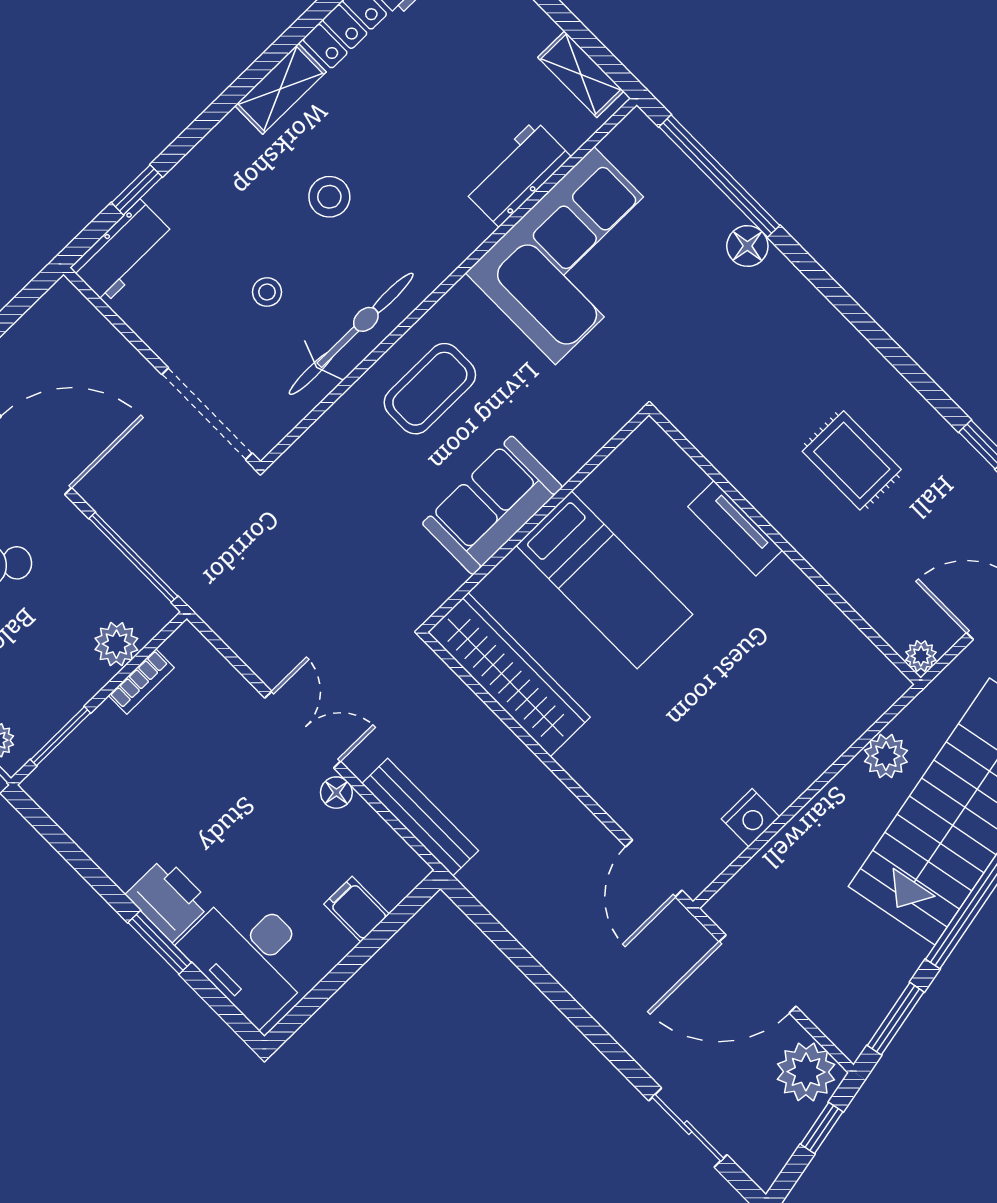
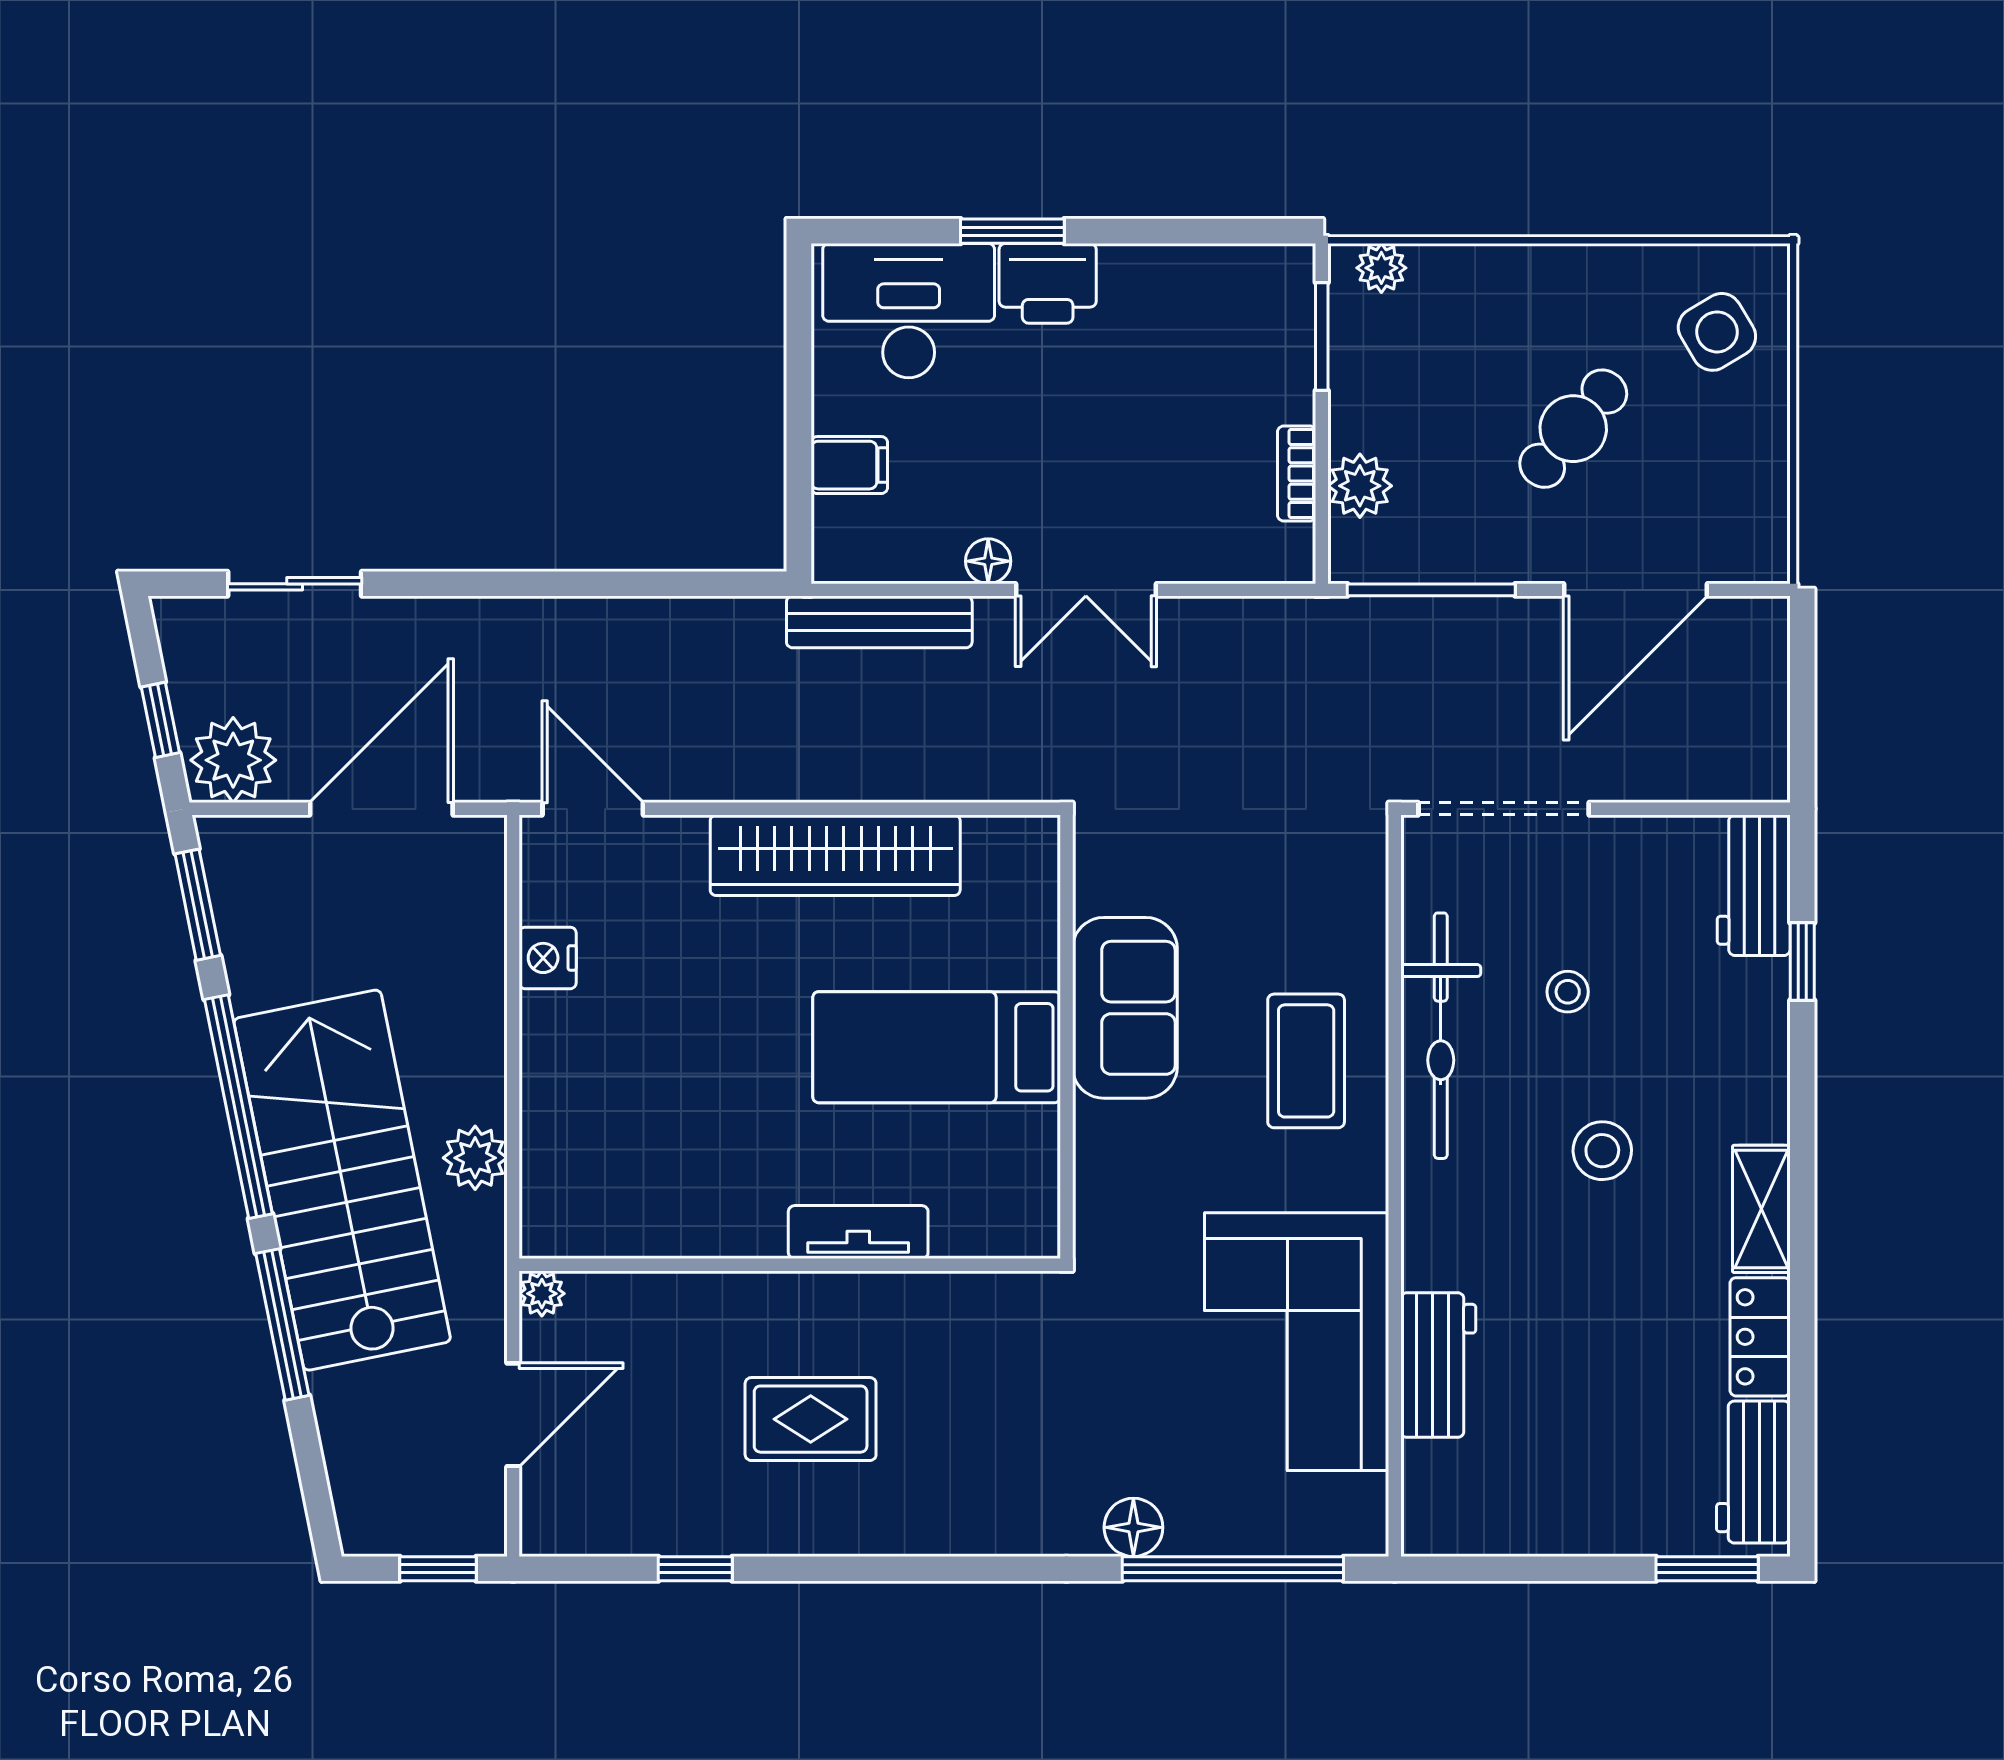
shelving: (581, 74) -> (1475, 1530), removed
wardrobe: (509, 675) -> (835, 855), moved

